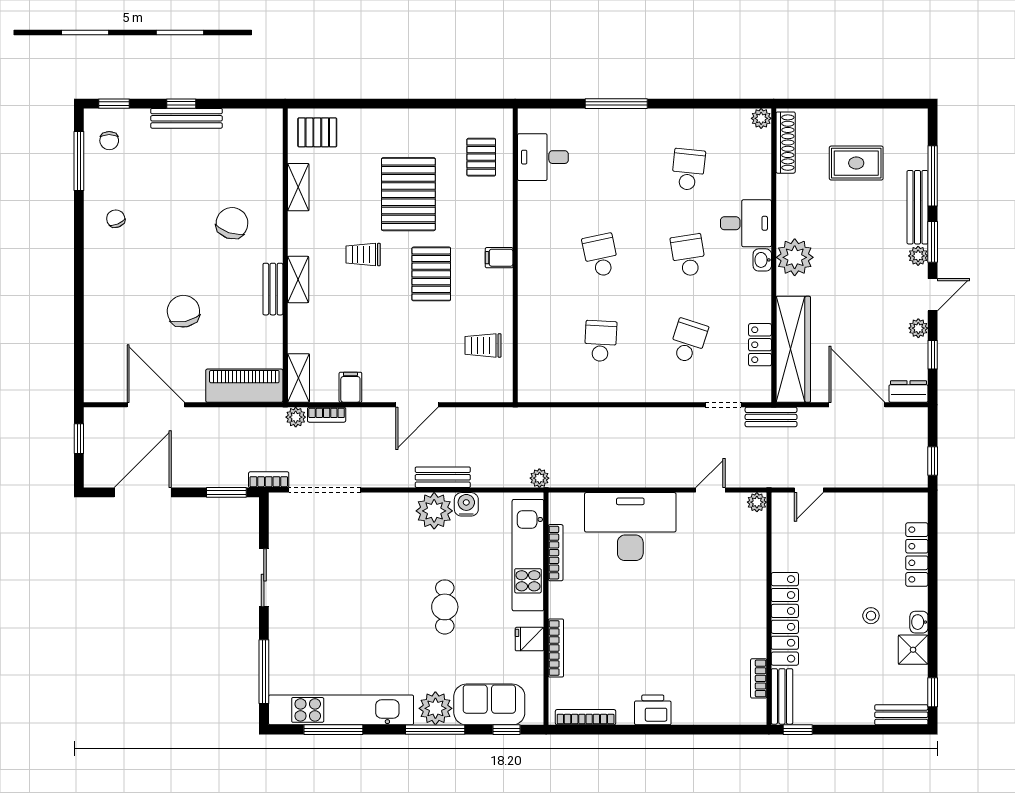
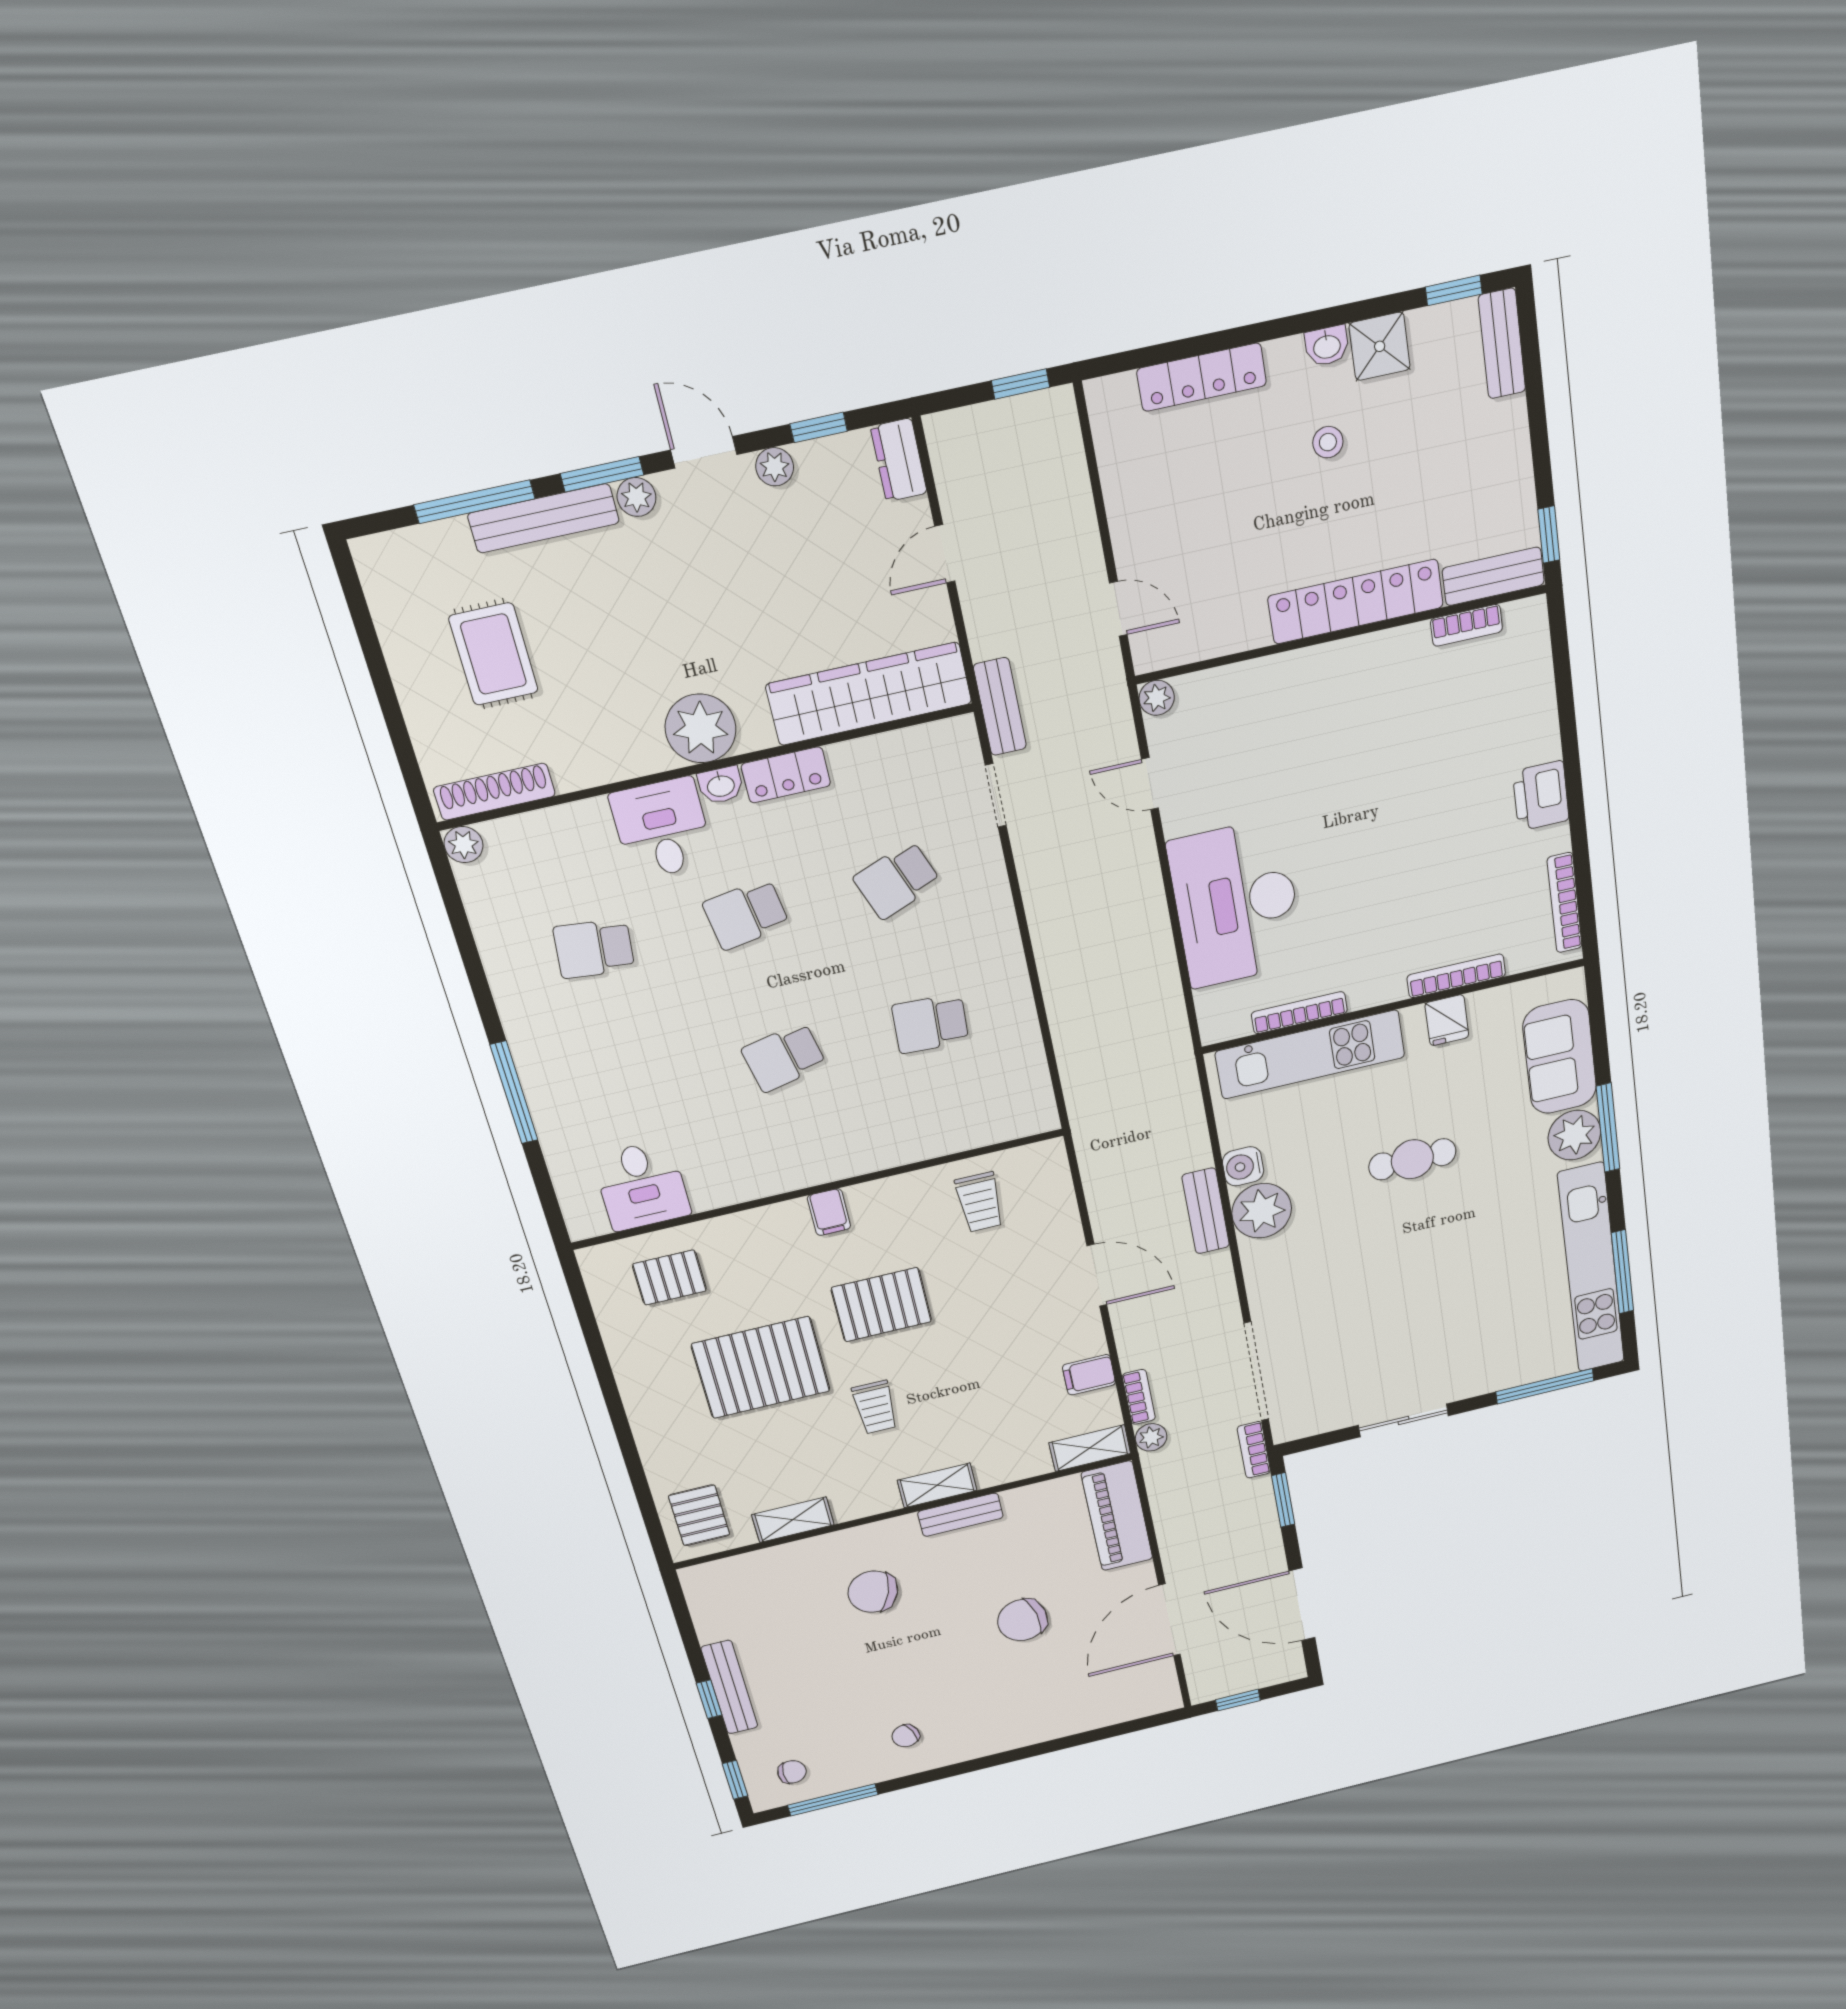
school desk: (688, 341) -> (897, 880), turned -39
locker: (760, 345) -> (786, 775), moved
door: (857, 405) -> (945, 554), width x0.53
plant: (539, 478) -> (1180, 1066), removed
window: (507, 730) -> (1597, 1021), removed

